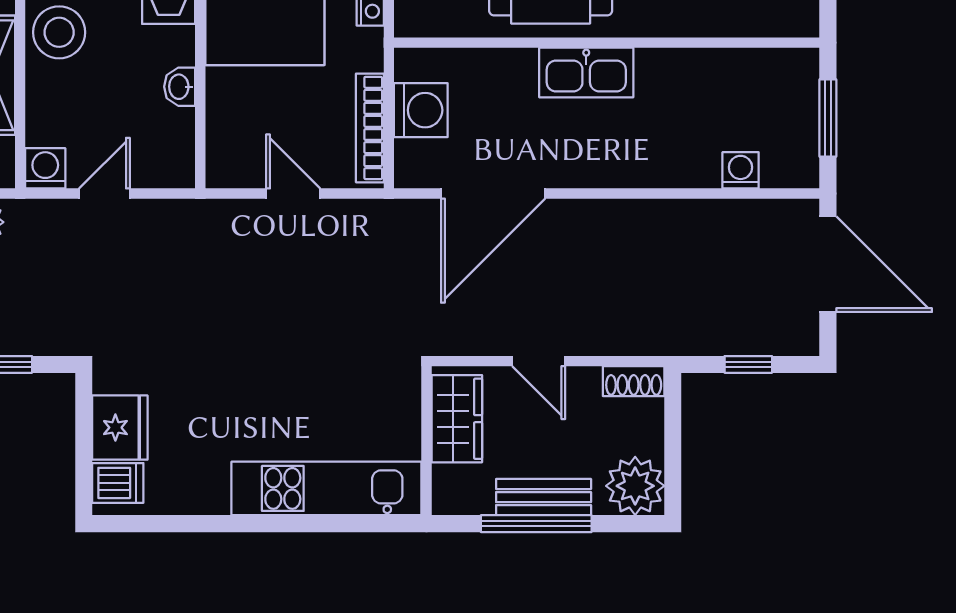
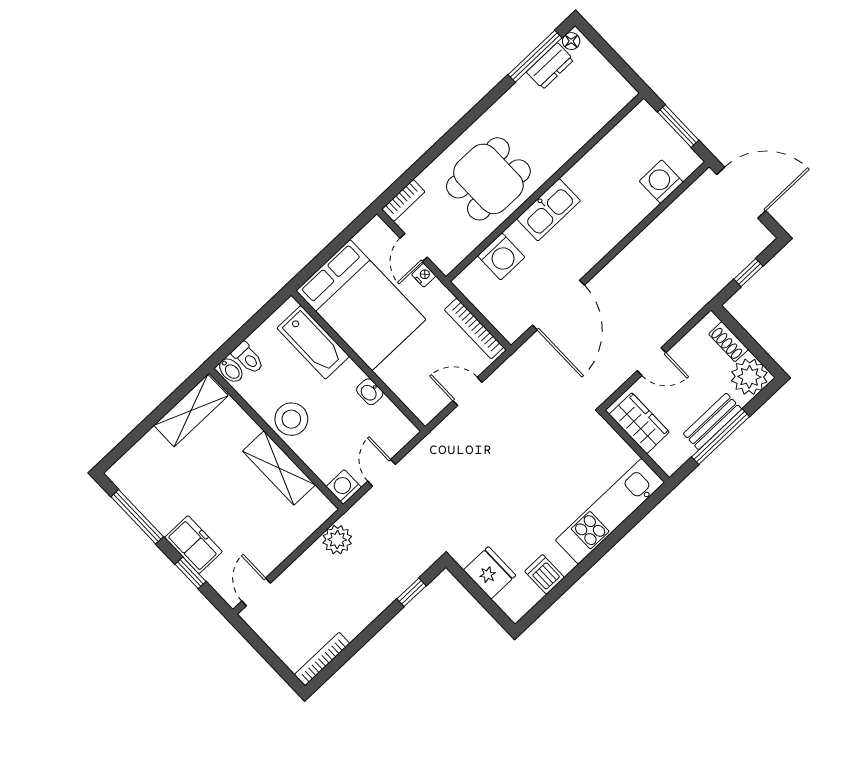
washing machine: (421, 110) -> (501, 257), moved, turned 90
washing machine: (741, 170) -> (661, 182), width x1.38, depth x1.38
shoe rack: (634, 381) -> (728, 342), moved, turned 90
dishwasher: (118, 483) -> (545, 574), moved, turned -90

